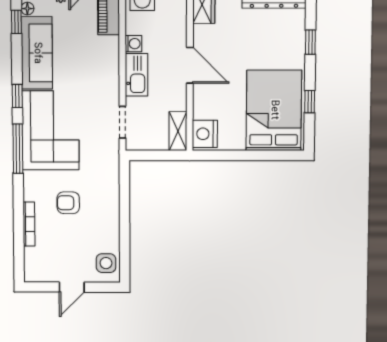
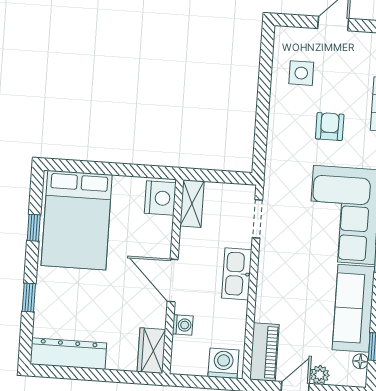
washing machine: (133, 44) -> (183, 325), moved, turned 180
armchair: (68, 203) -> (330, 127), turned -90
side table: (106, 263) -> (301, 73), moved

